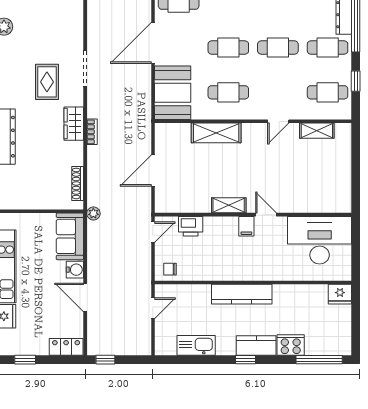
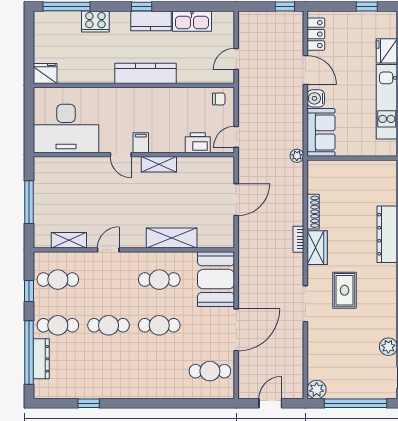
window: (356, 168) -> (29, 202), added
shoe rack: (78, 183) -> (313, 212), moved
kitchen counter: (256, 346) -> (151, 21), moved
locker: (66, 347) -> (316, 34), moved, turned -90

